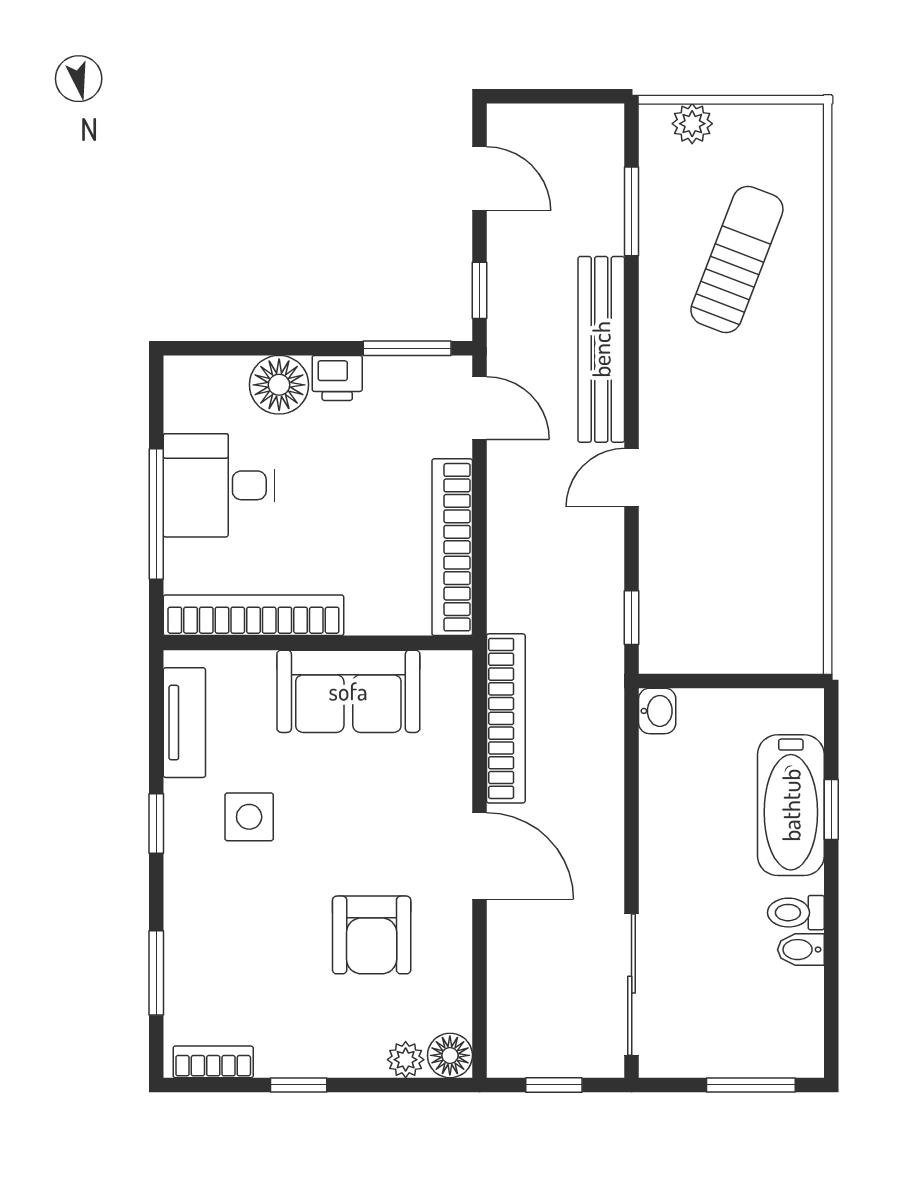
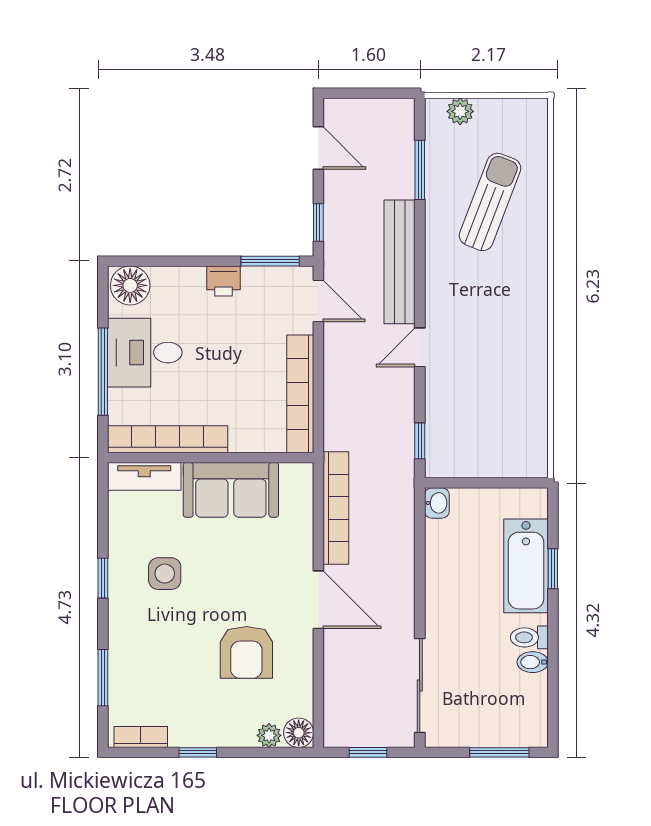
floor lamp: (279, 385) -> (130, 285), moved
tv unit: (184, 723) -> (144, 476), moved, turned 90

